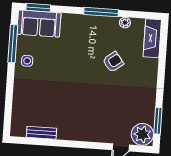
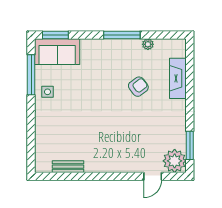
fireplace: (152, 38) -> (178, 78), moved

